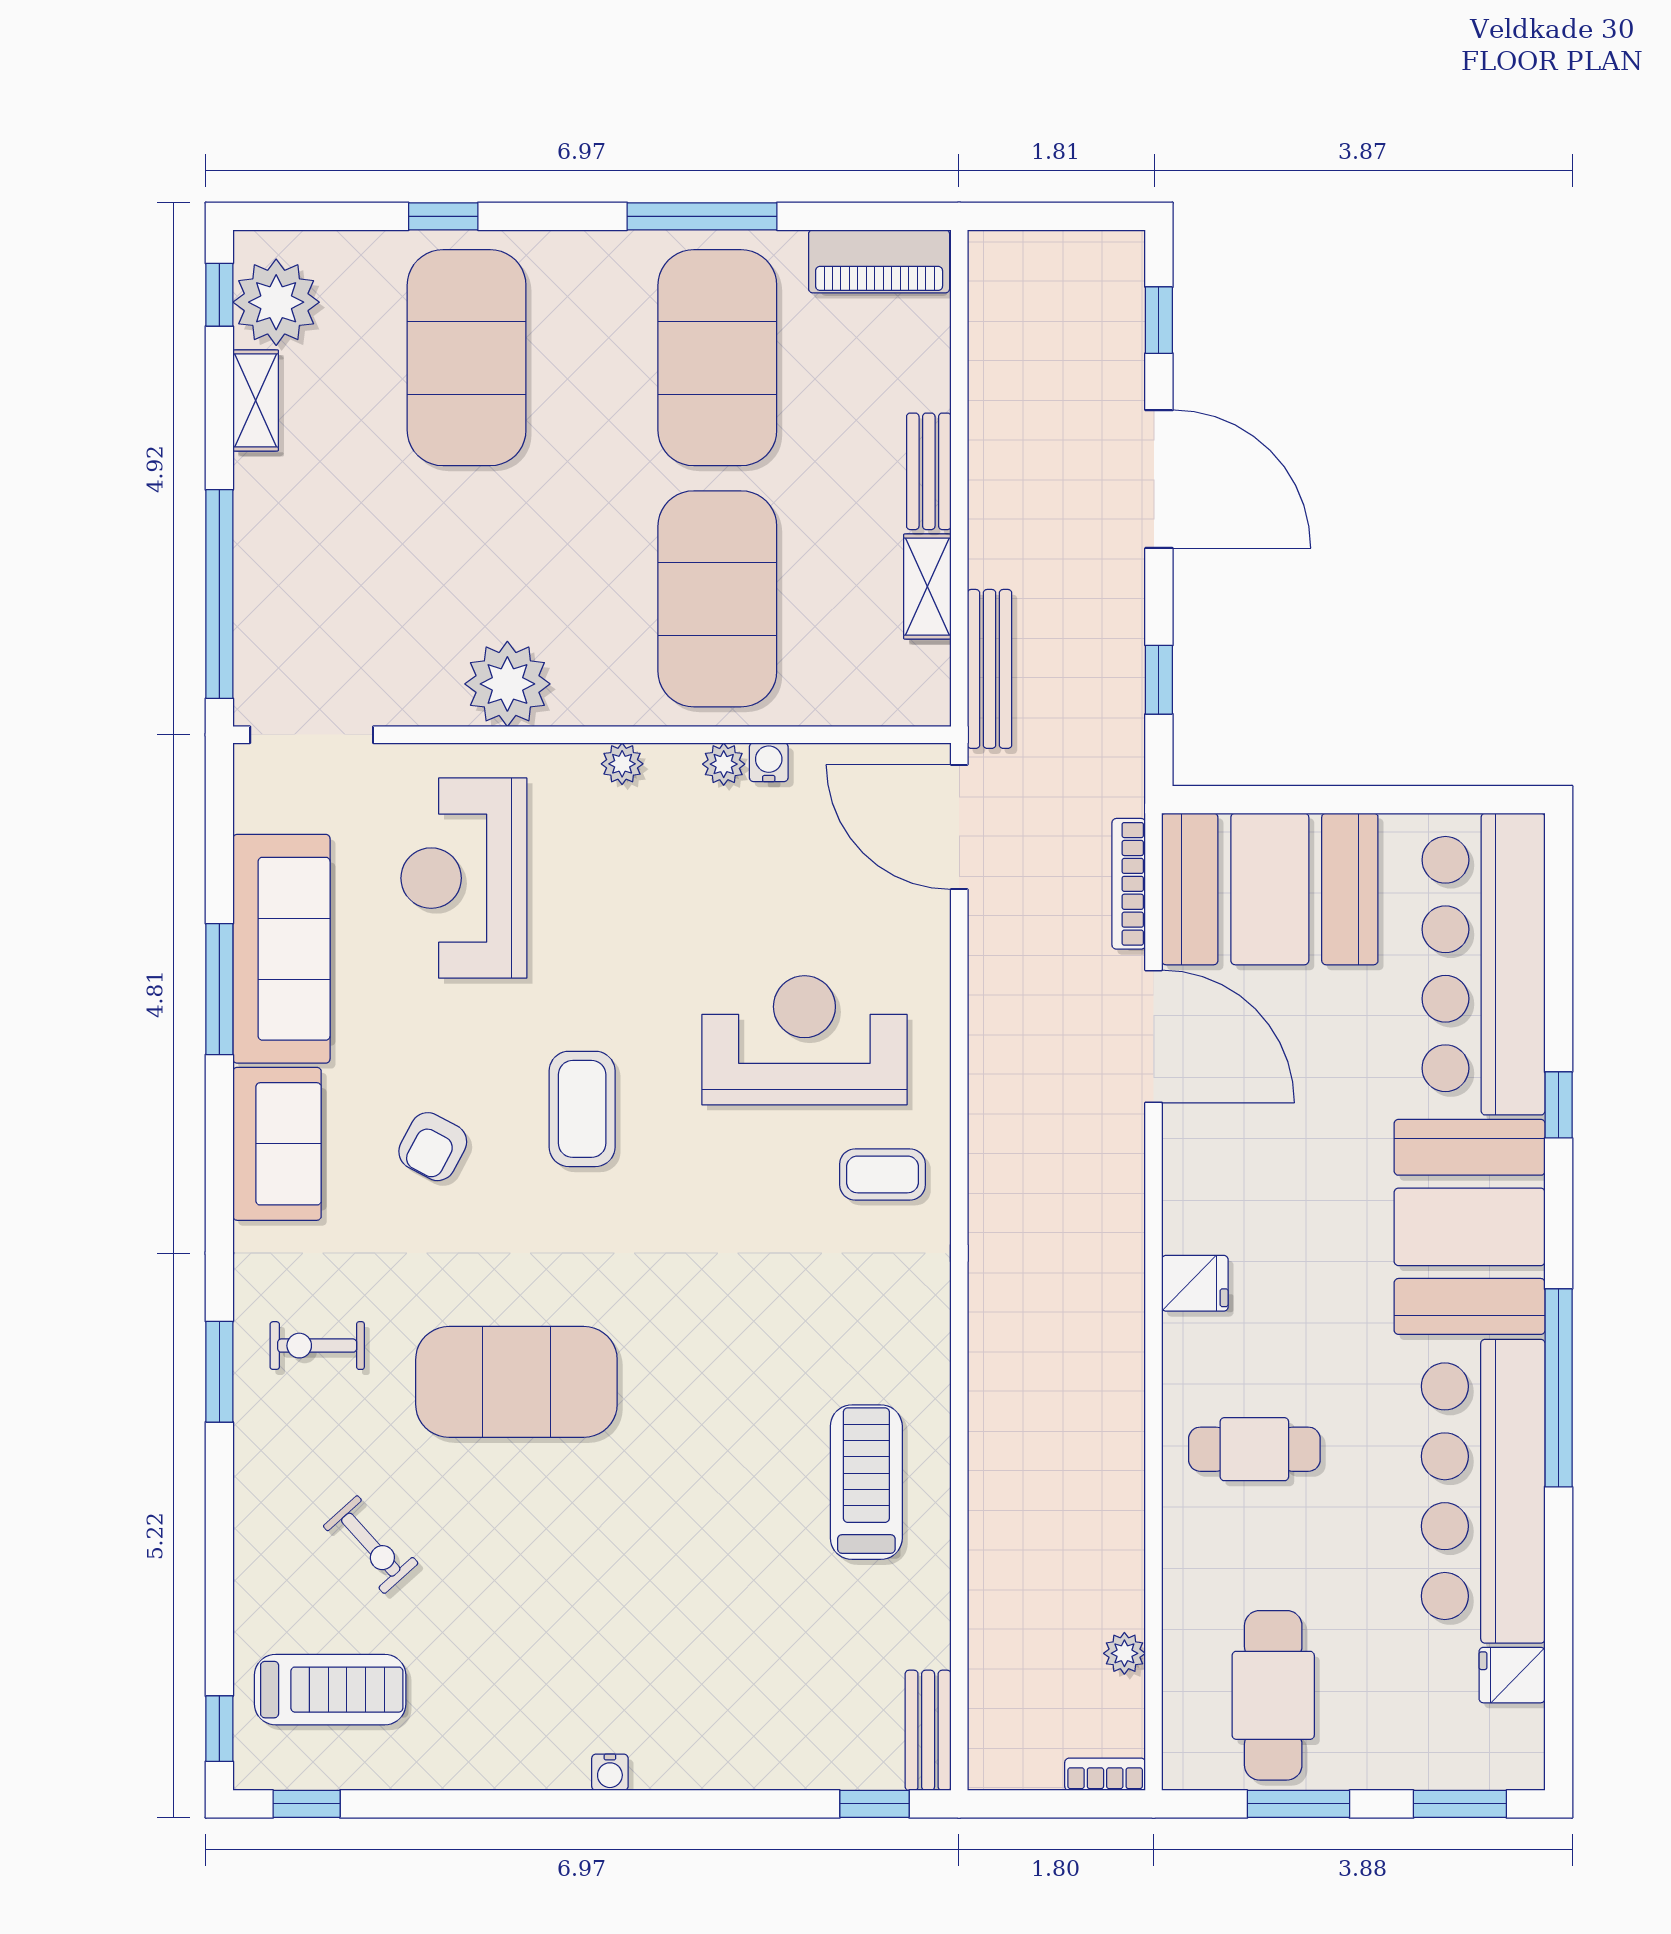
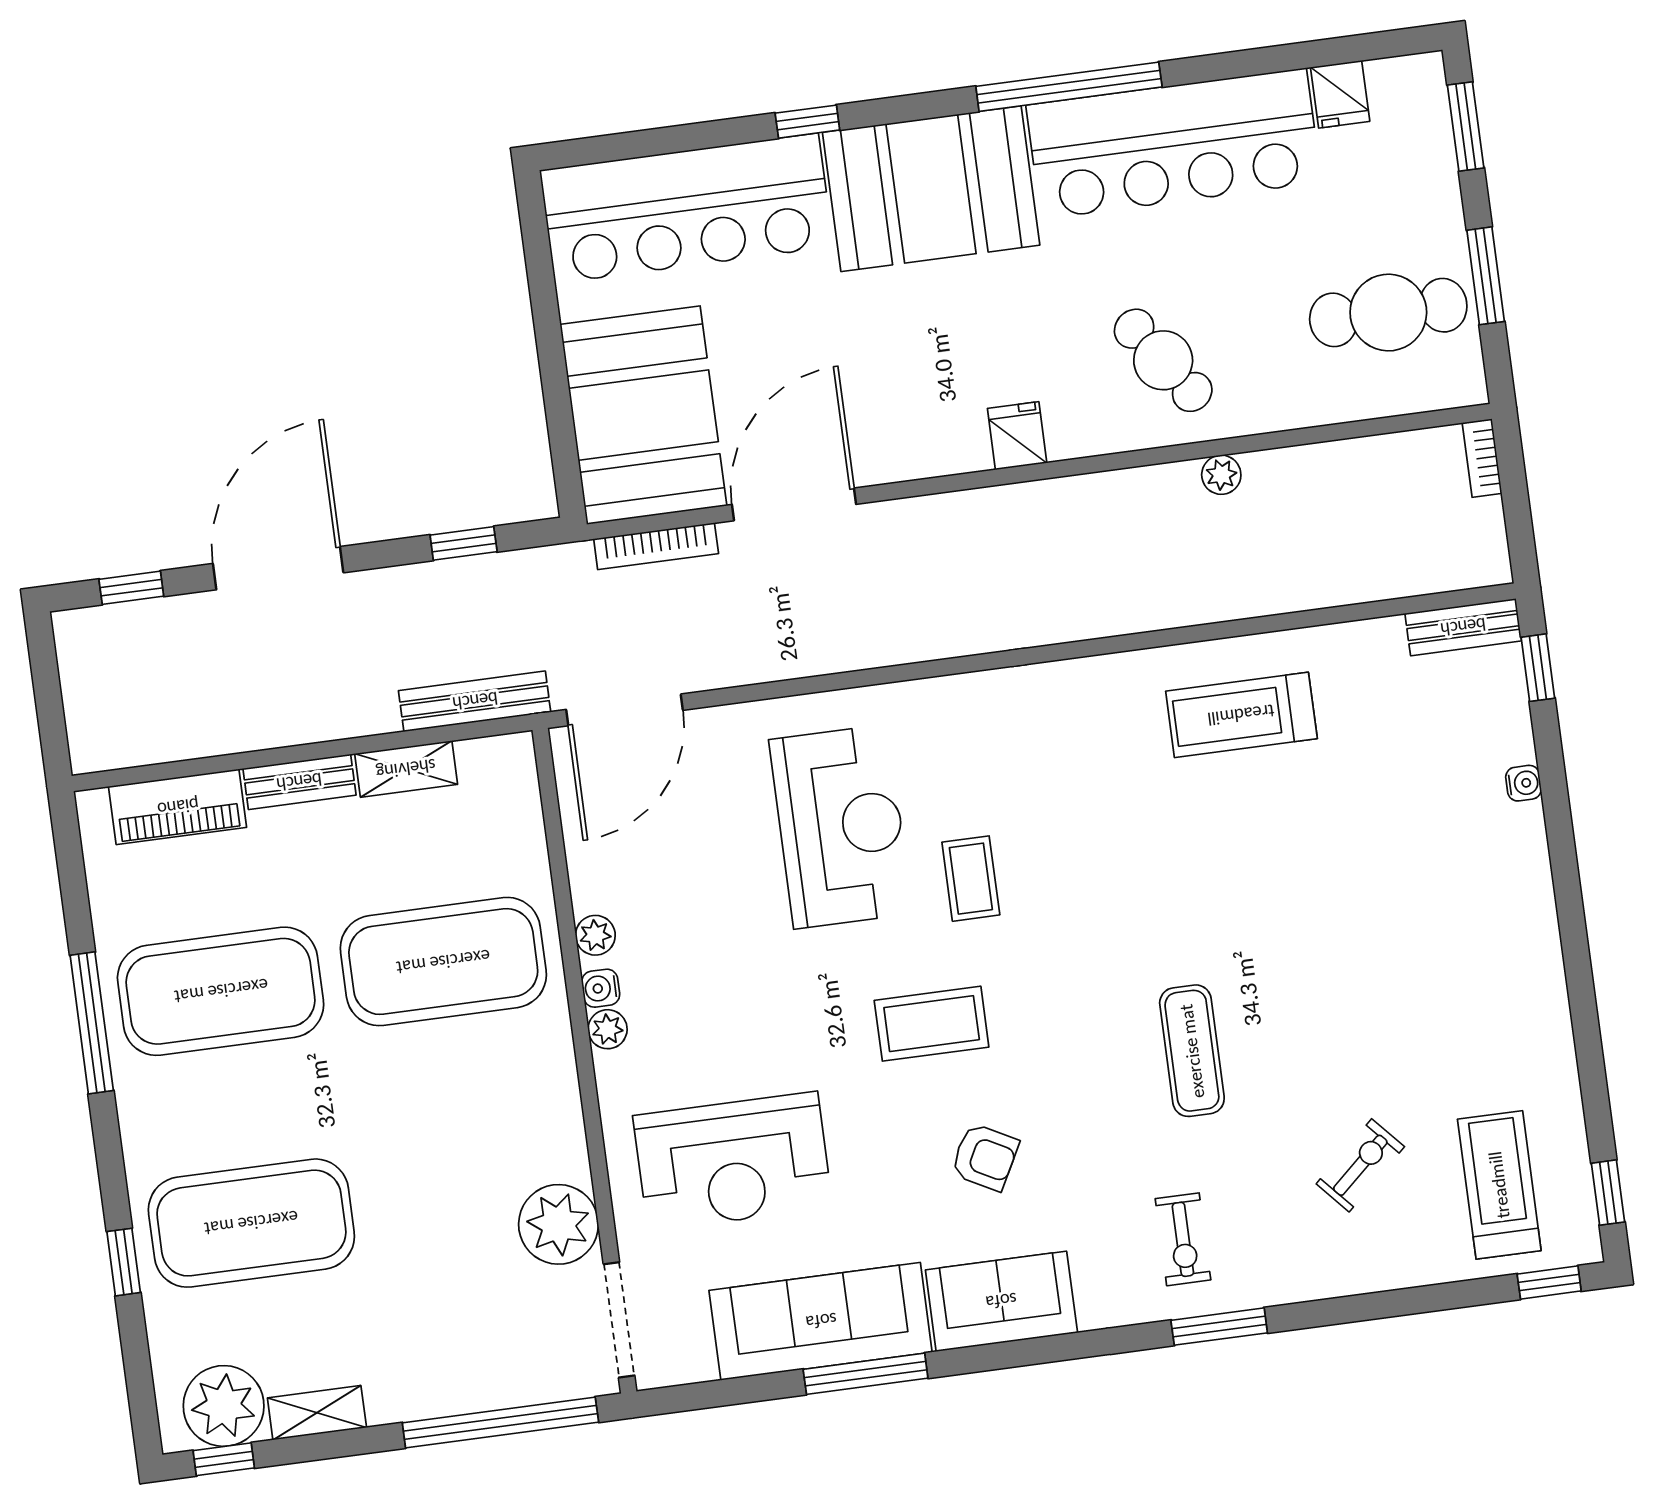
piano: (879, 261) -> (178, 807), moved, turned 90
plant: (507, 684) -> (558, 1224), moved
water cooler: (769, 762) -> (601, 988), moved
reception desk: (804, 1040) -> (841, 827), turned 180
coffee table: (883, 1174) -> (971, 879), moved
exercise mat: (516, 1382) -> (1192, 1051), width x0.50, depth x0.69
cafe table: (1254, 1449) -> (1163, 360), turned -35
plant: (1124, 1653) -> (1221, 475), moved
water cooler: (610, 1772) -> (1524, 783), moved

